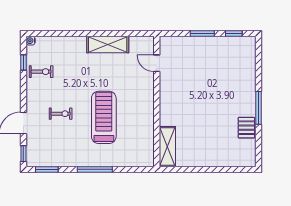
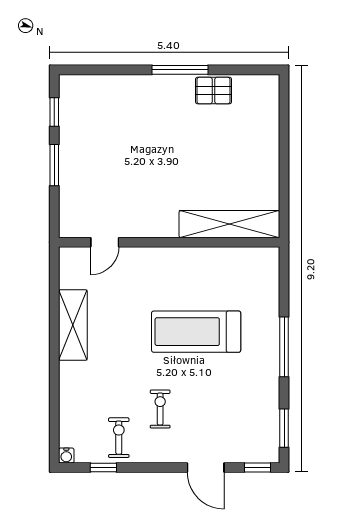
exercise bike: (61, 114) -> (160, 409), moved
shelving: (167, 147) -> (229, 224), width x1.47

